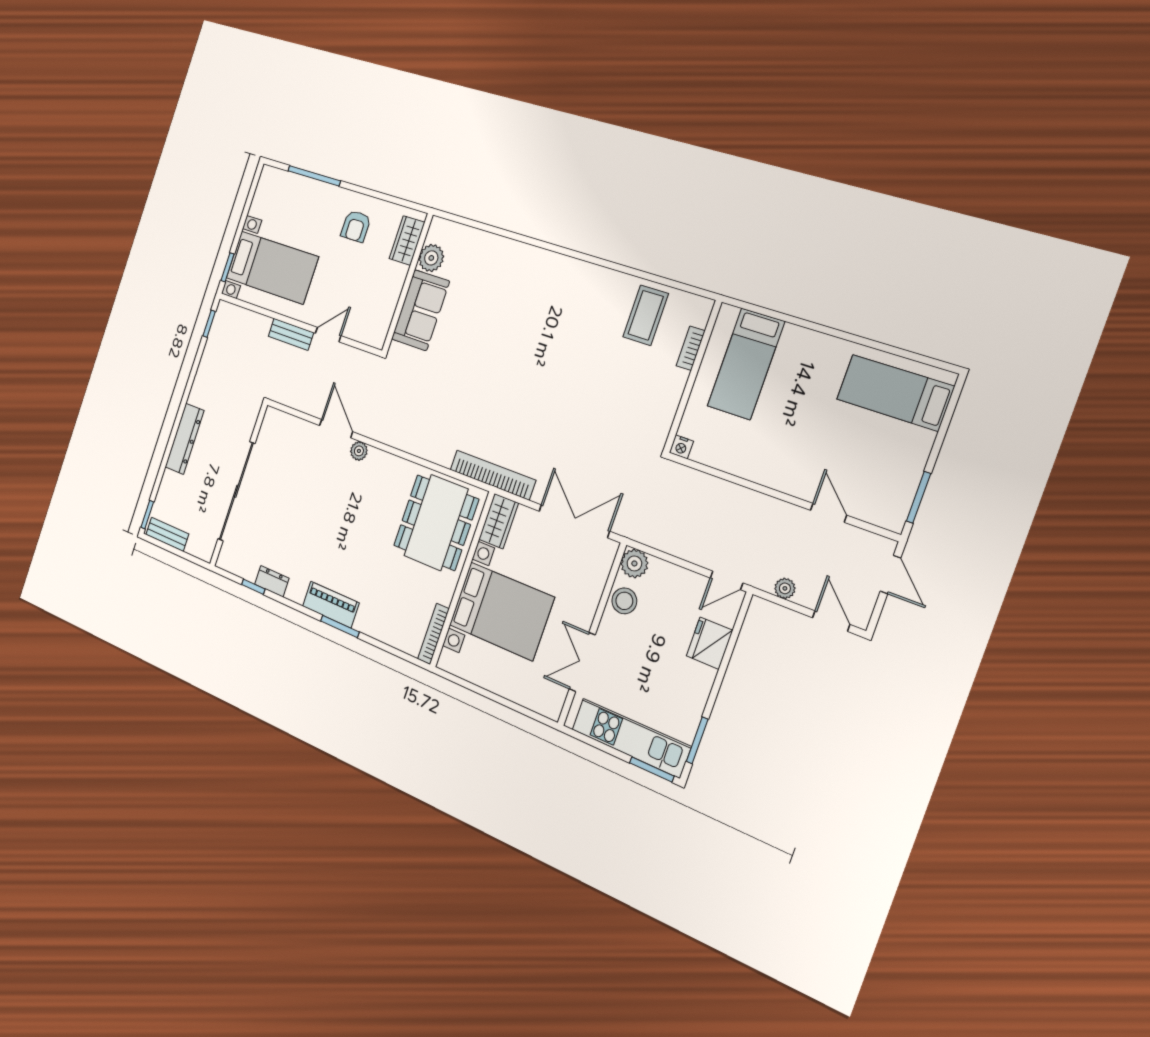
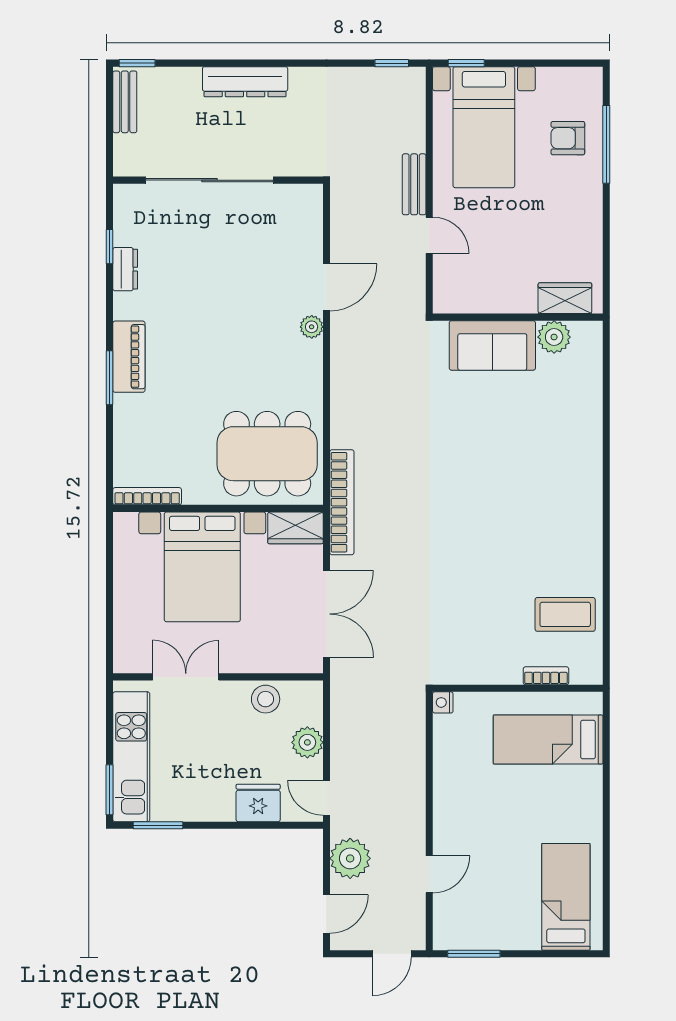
armchair: (356, 226) -> (568, 138), moved
plant: (634, 563) -> (307, 742), moved
plant: (785, 588) -> (350, 858), width x1.88, depth x1.88

